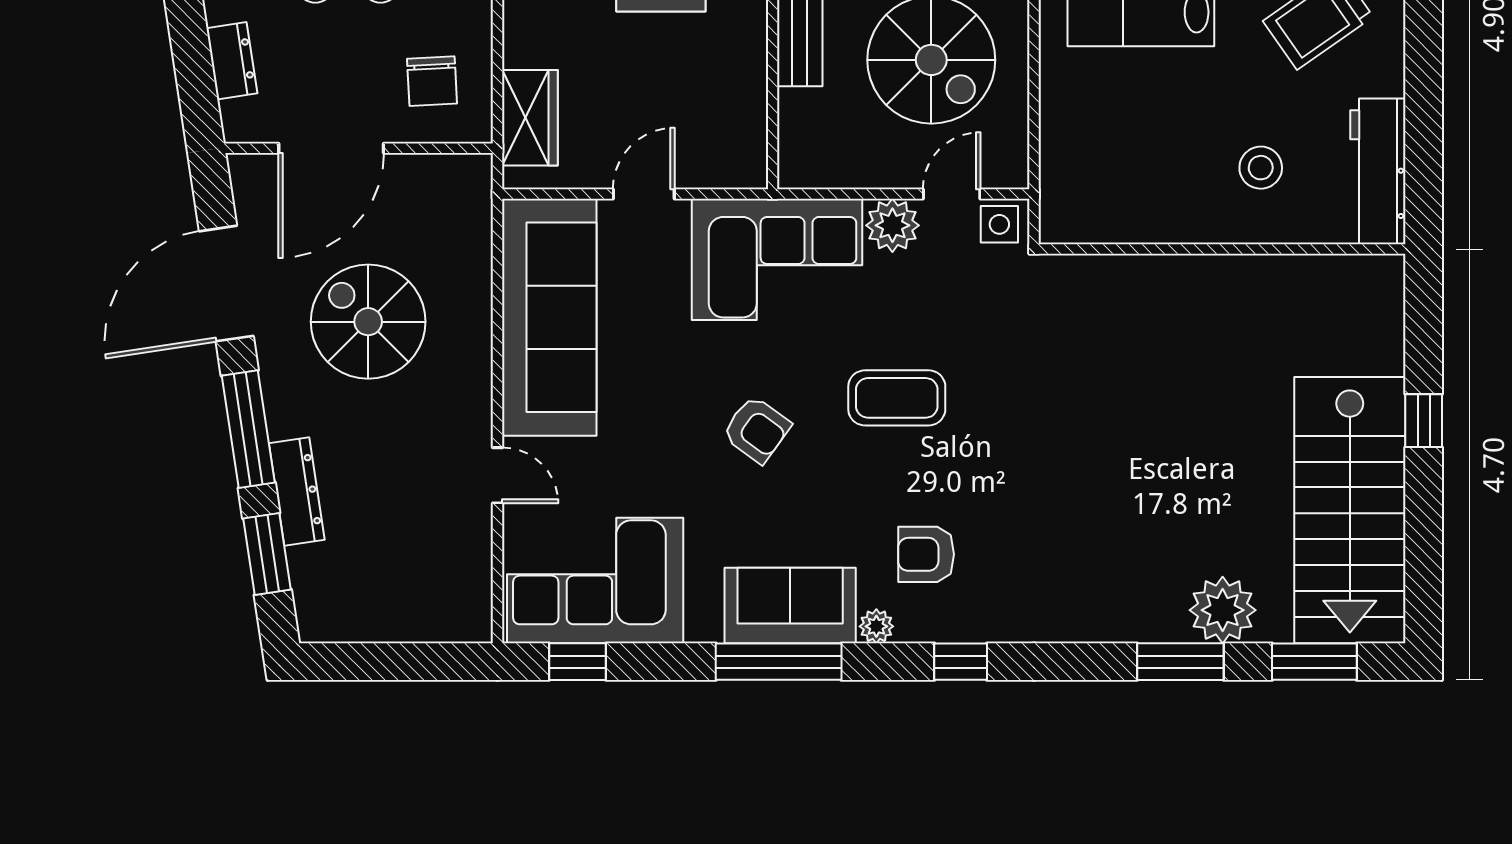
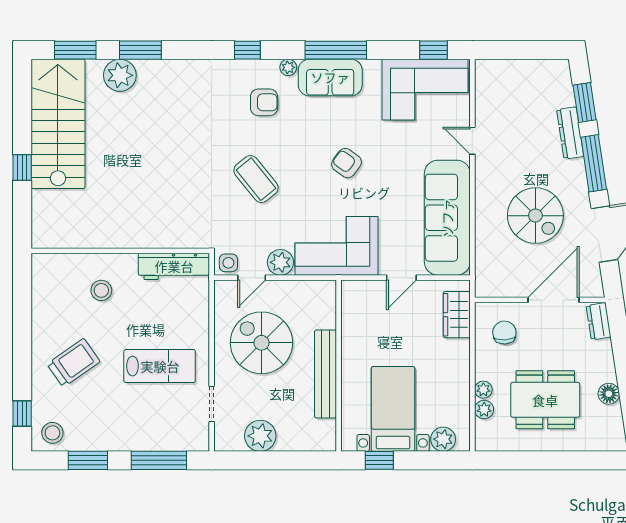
dresser: (232, 61) -> (599, 321), moved
workbench: (1378, 171) -> (174, 266), moved, turned 90
coffee table: (897, 398) -> (256, 179), moved, turned 51

